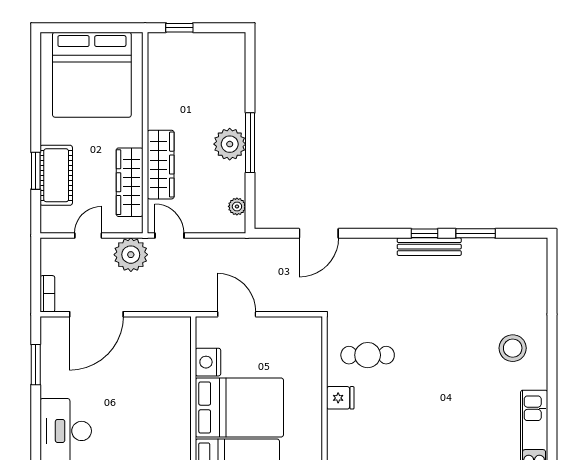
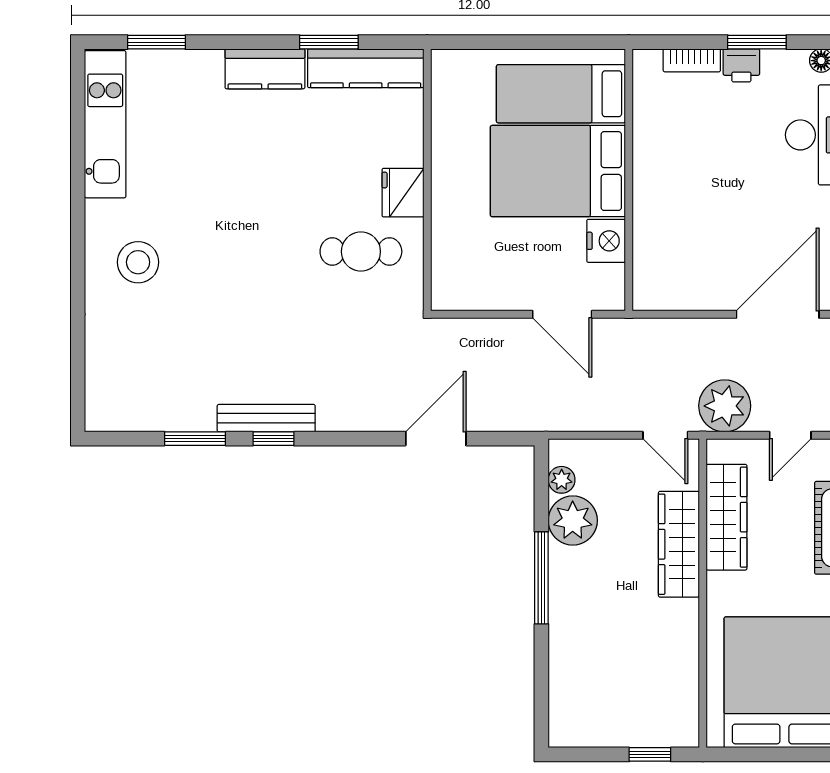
plant: (230, 144) -> (573, 520), moved
fridge: (340, 398) -> (403, 193), width x1.38

